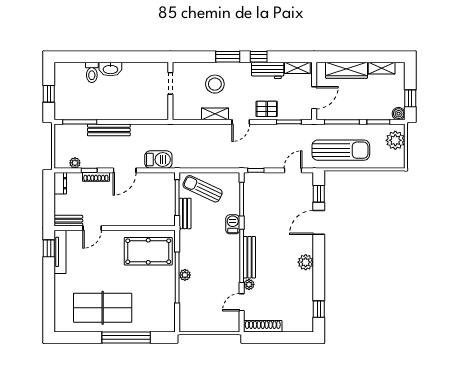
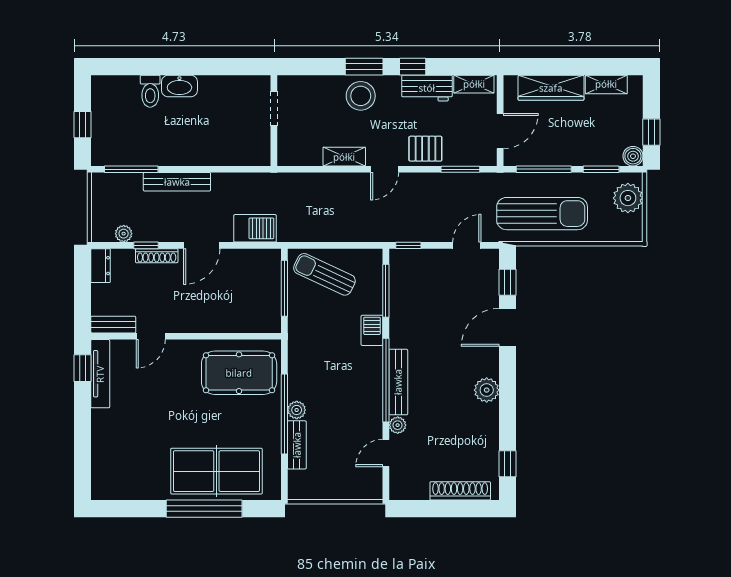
stool: (215, 84) -> (361, 96), moved
bench: (185, 213) -> (297, 445), moved
table tennis table: (103, 308) -> (216, 471), moved
shoe rack: (263, 326) -> (460, 491), moved

